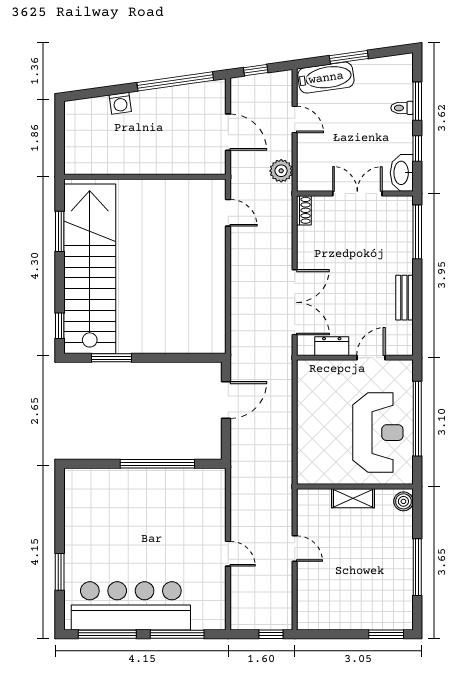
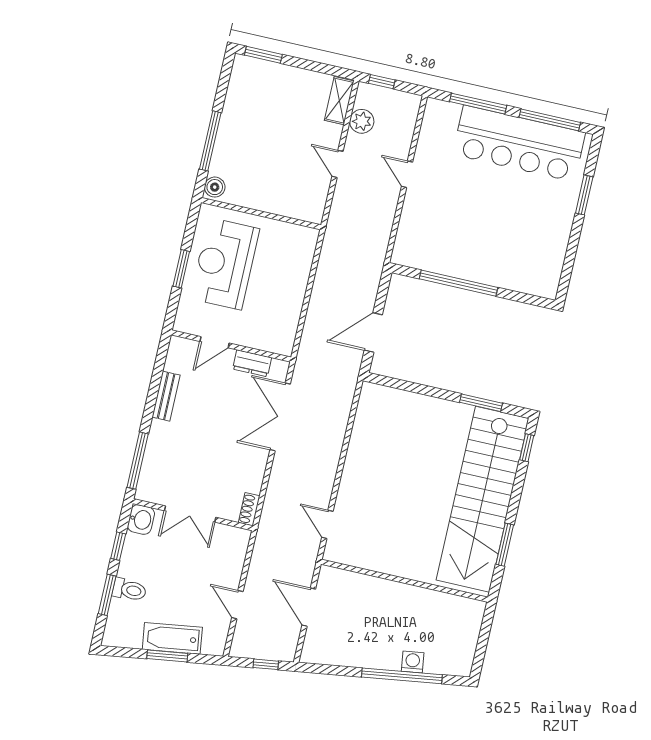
bathtub: (326, 78) -> (172, 638), moved
window: (175, 81) -> (402, 676), moved
toilet: (402, 108) -> (129, 590), width x1.37, depth x1.39
plant: (281, 171) -> (362, 121), moved
washbasin: (402, 173) -> (141, 520), width x0.72
window: (417, 419) -> (181, 269), width x0.47
shelving: (353, 498) -> (339, 101), moved, turned 90
window: (417, 567) -> (210, 141), moved

